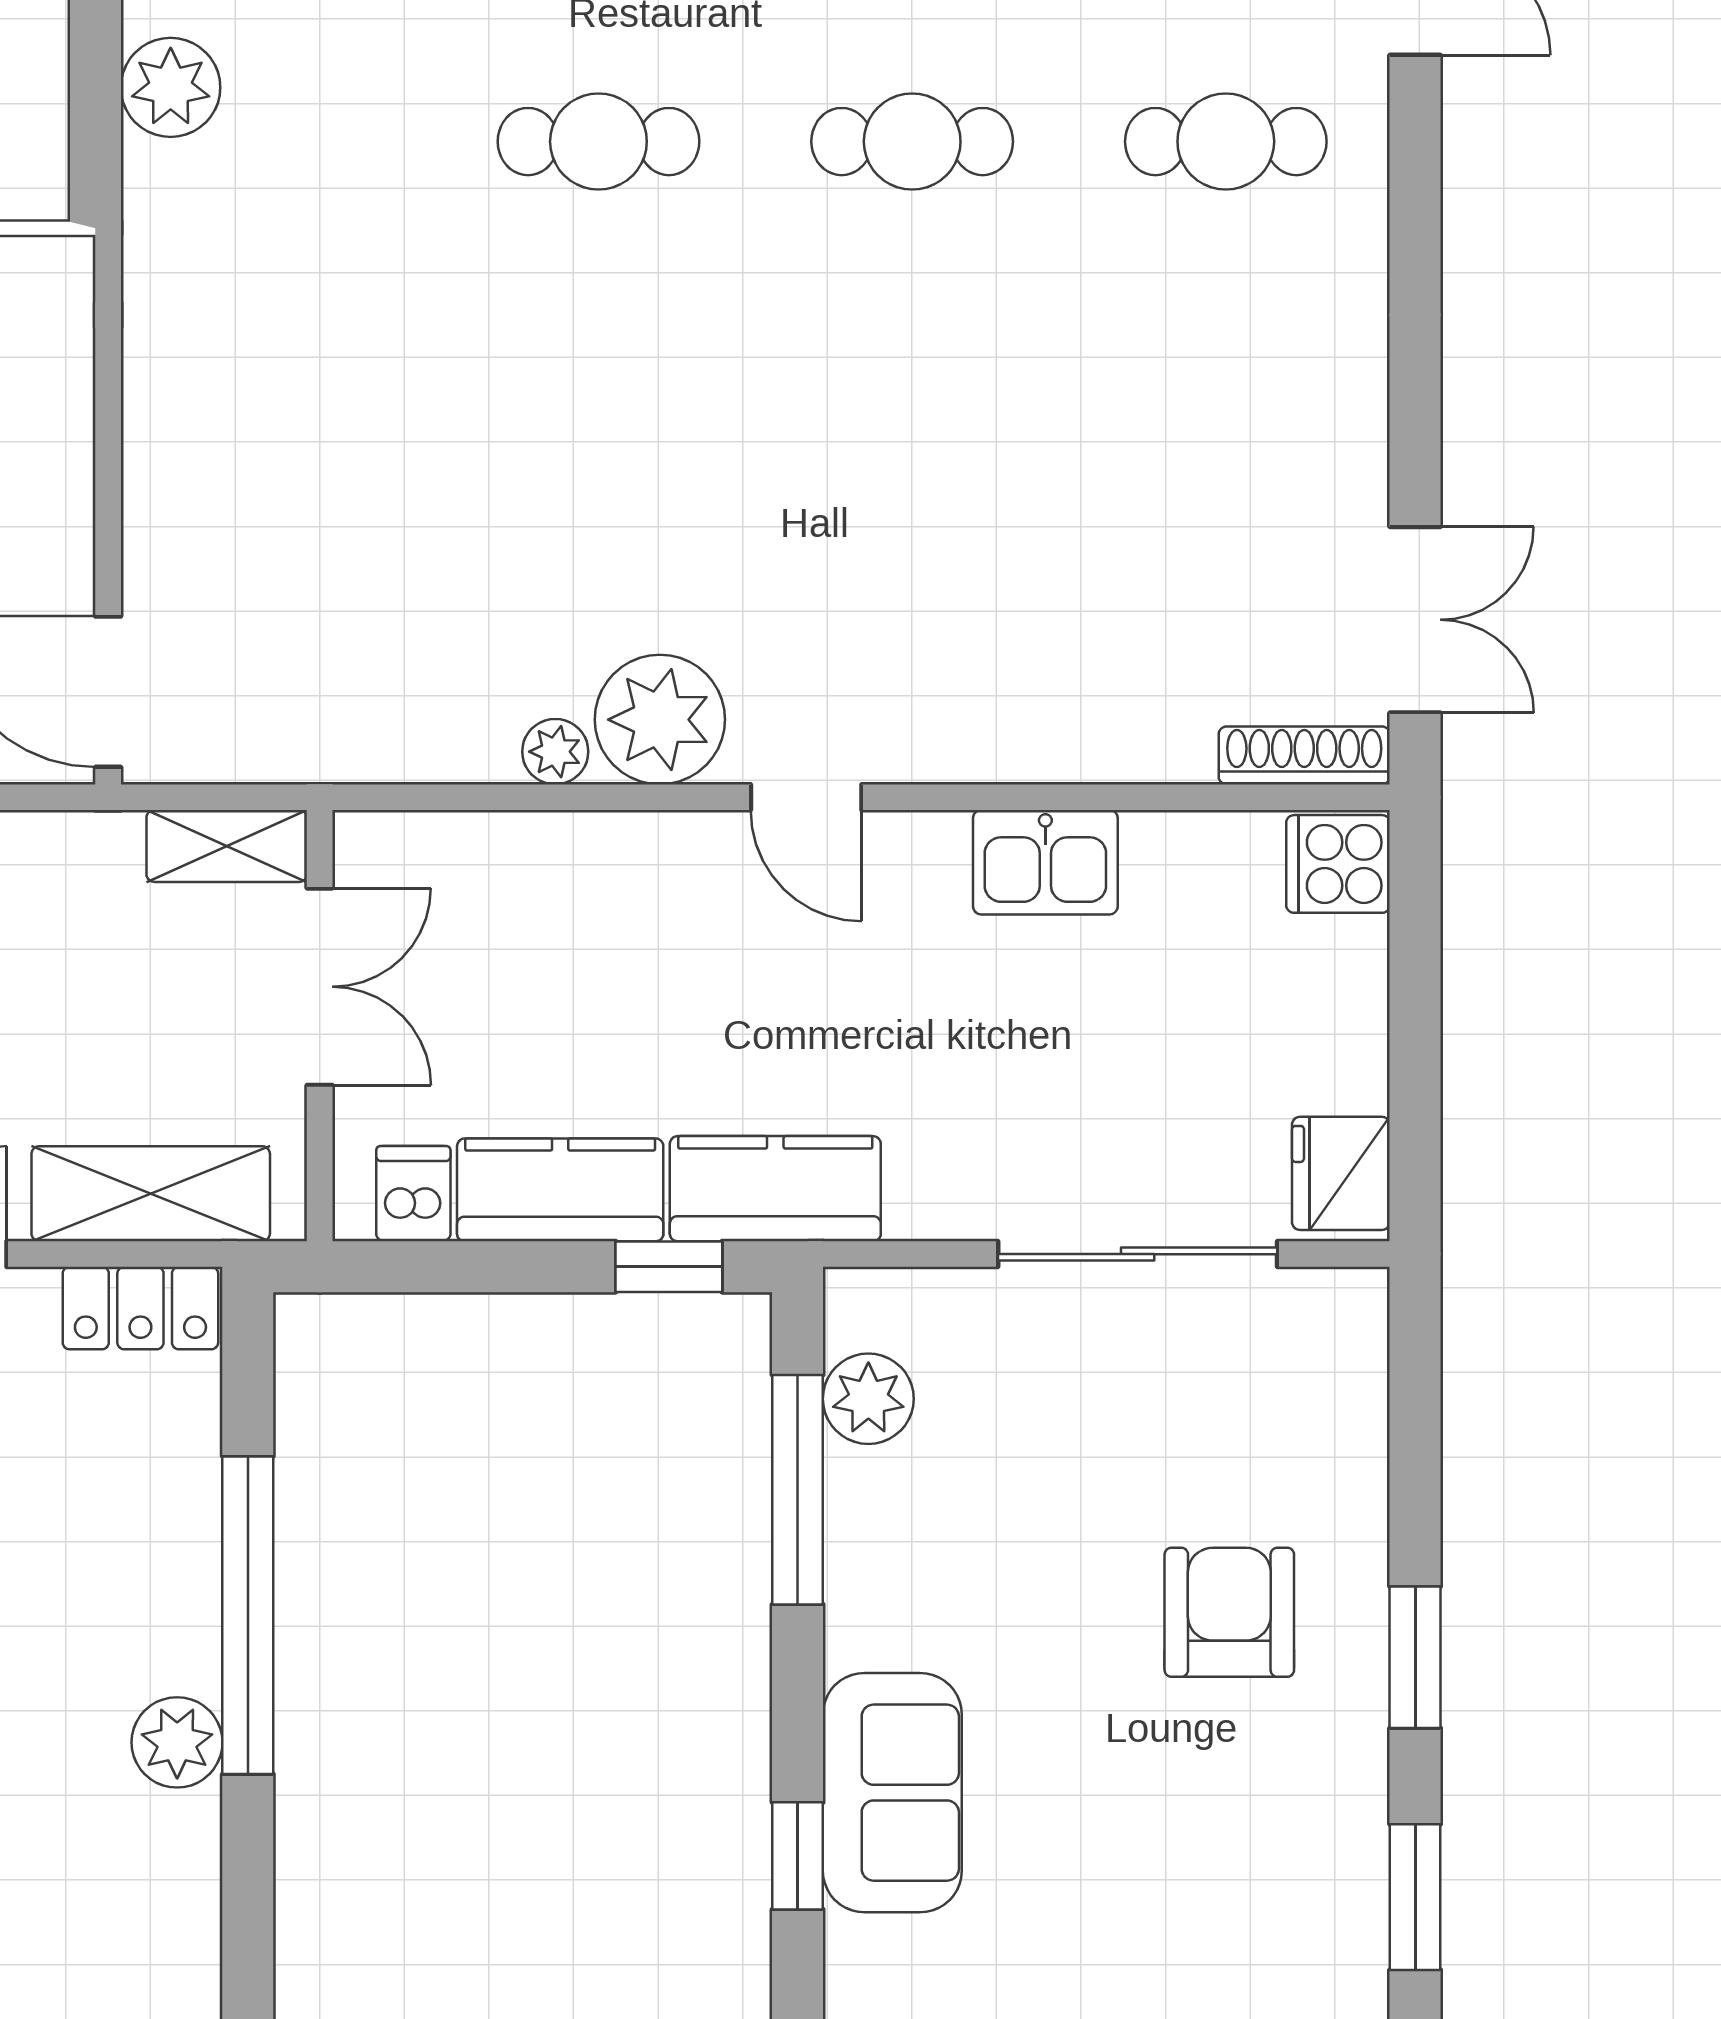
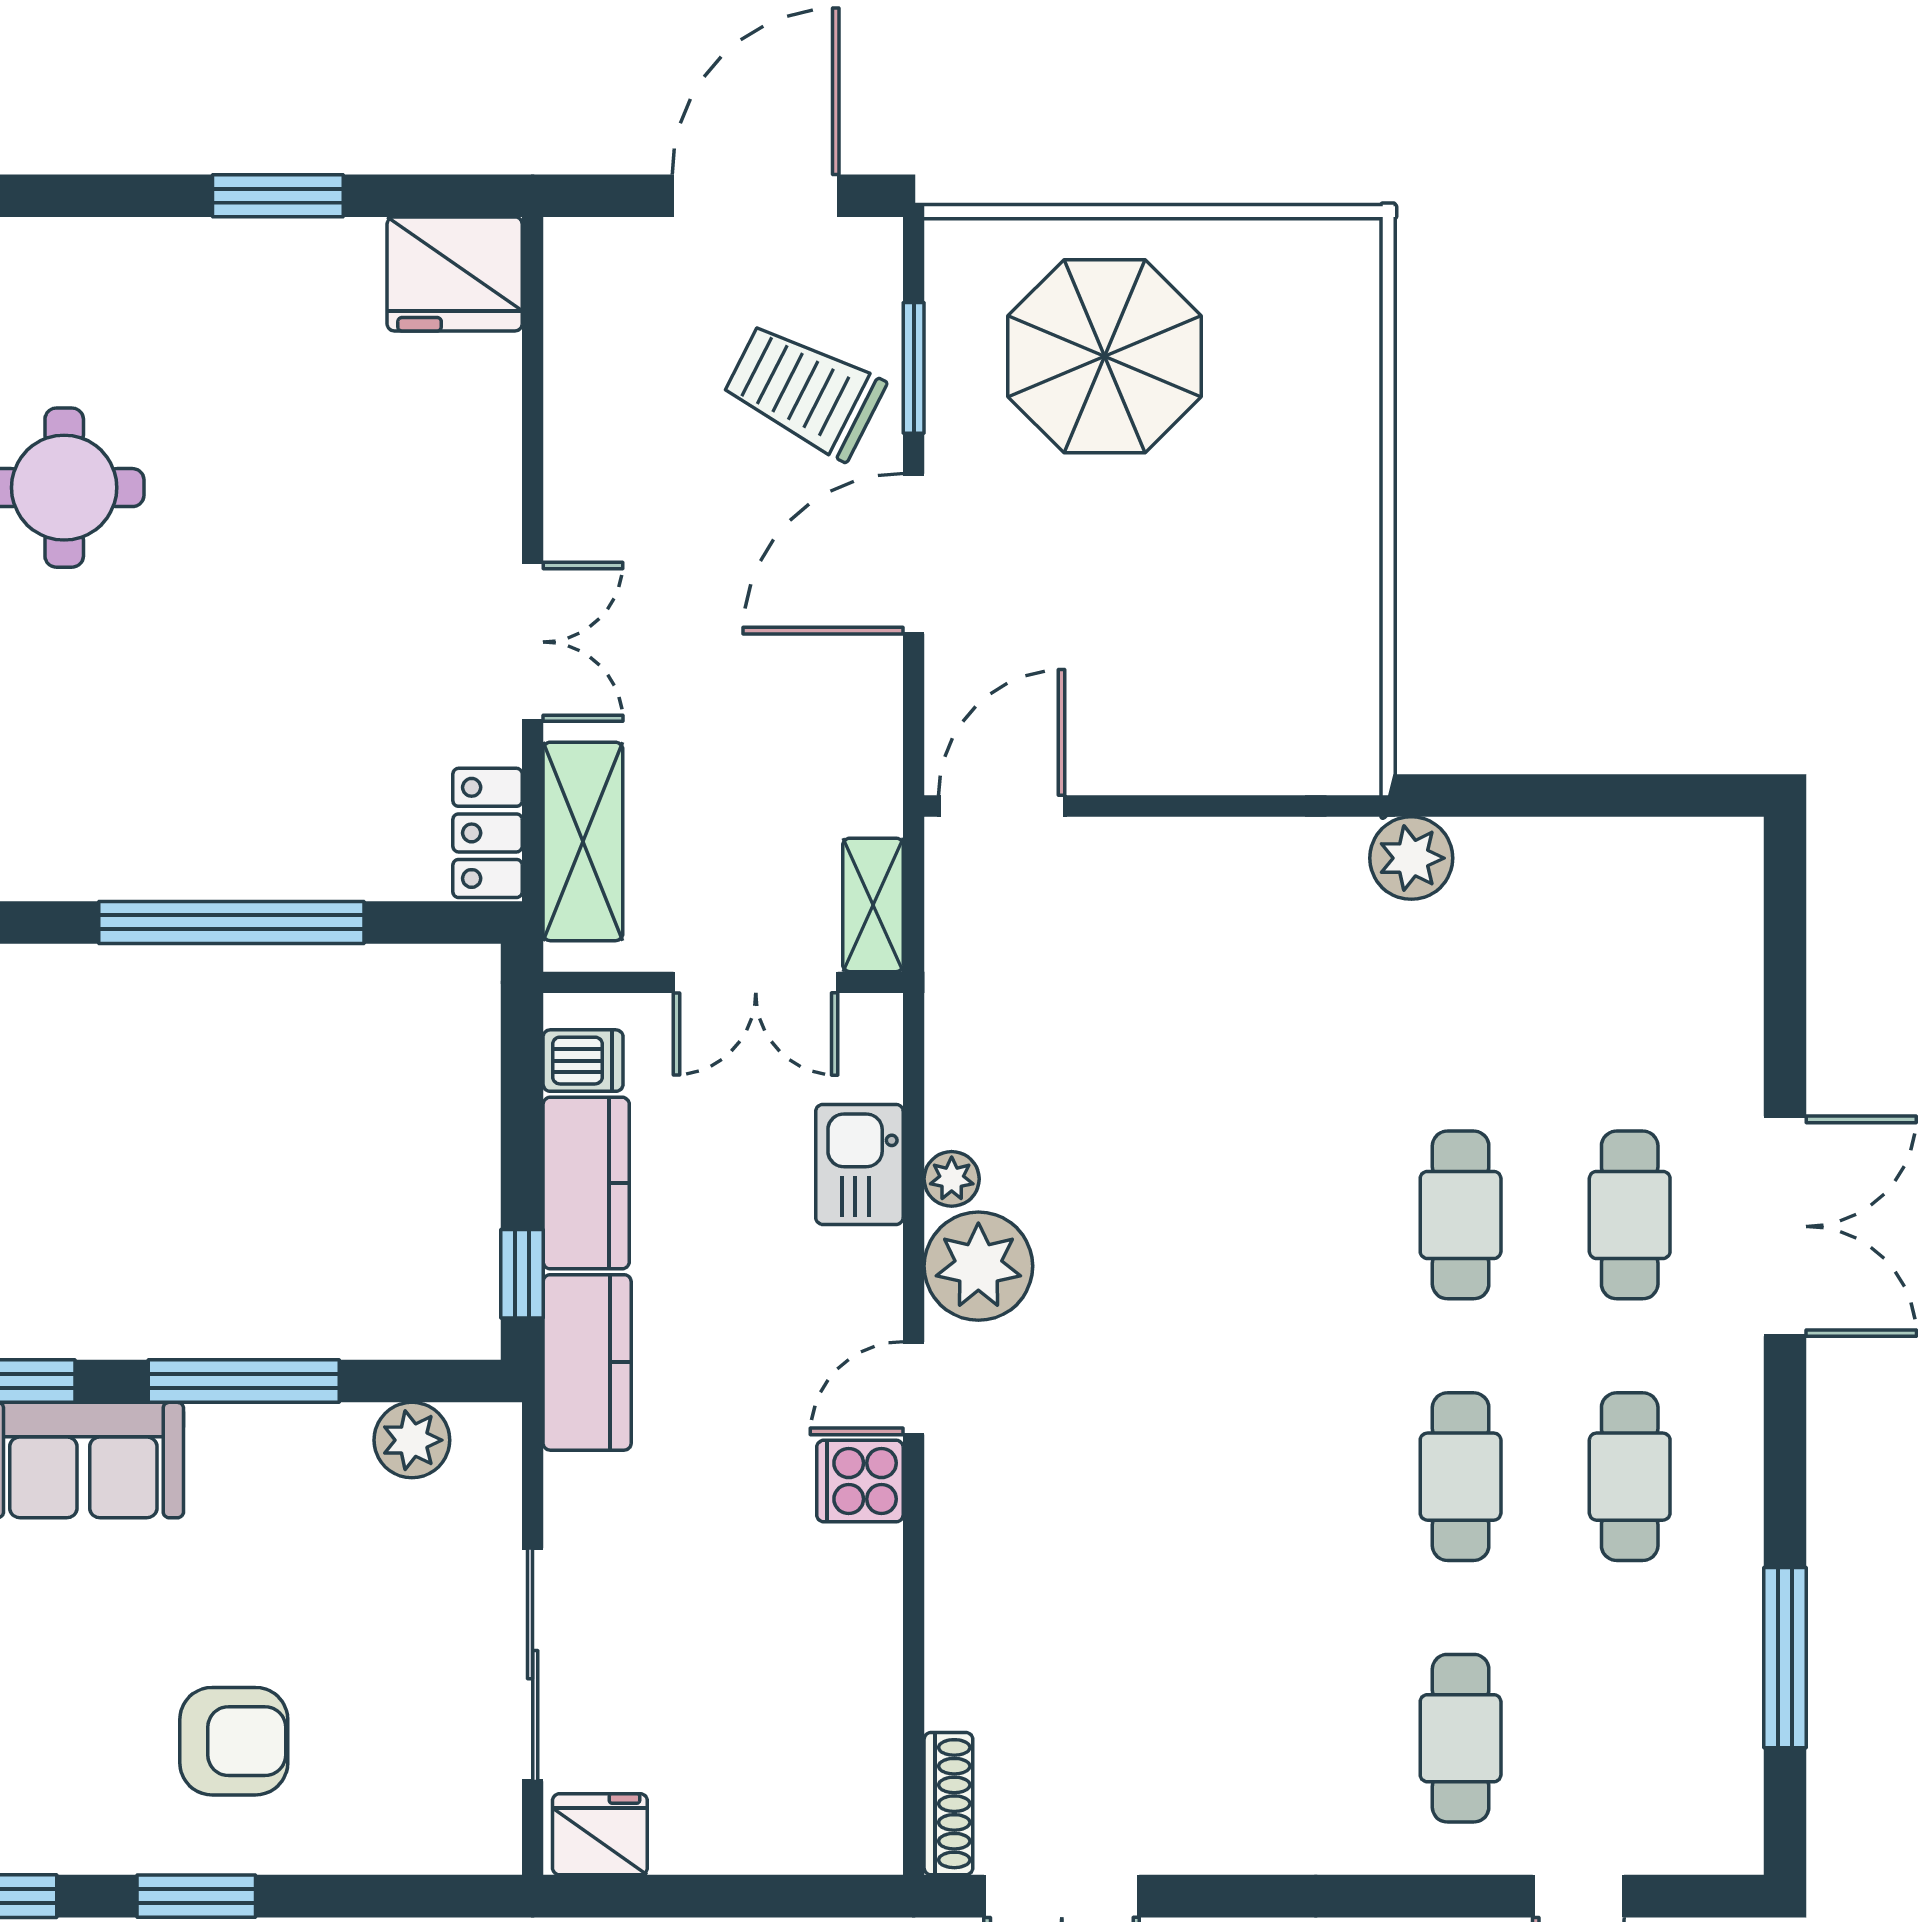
plant: (171, 87) -> (1411, 858), moved
kitchen sink: (1045, 862) -> (859, 1164), moved
cooker: (1338, 864) -> (860, 1481), moved, turned -90
window: (798, 1490) -> (244, 1381), moved
plant: (177, 1742) -> (125, 863), removed

